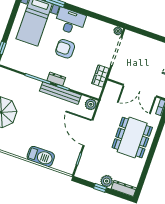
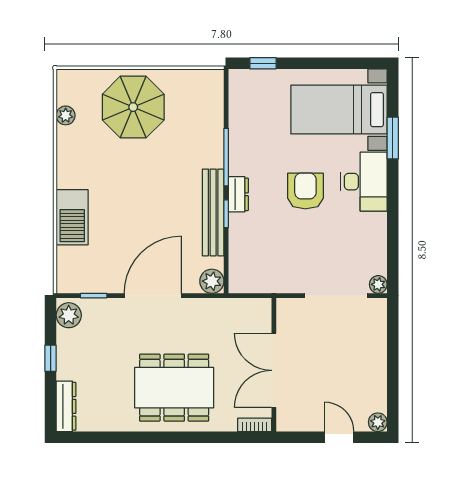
wardrobe: (100, 76) -> (275, 281), removed
plant: (107, 181) -> (69, 315), moved

